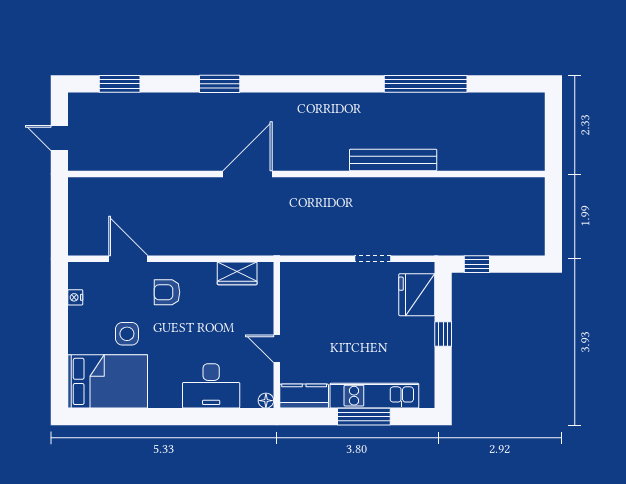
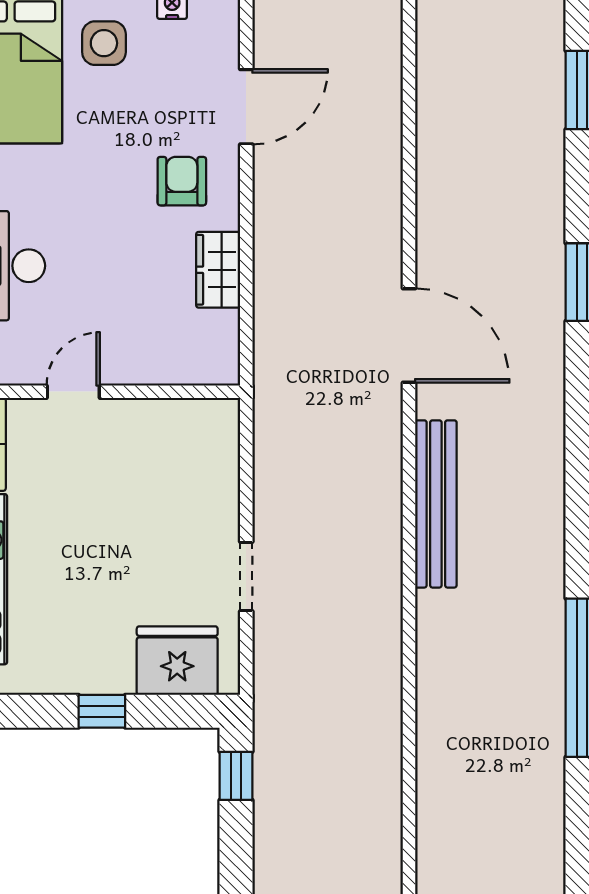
bench: (393, 160) -> (436, 504), moved
wardrobe: (237, 273) -> (218, 270), moved
side table: (127, 334) -> (104, 43), moved

